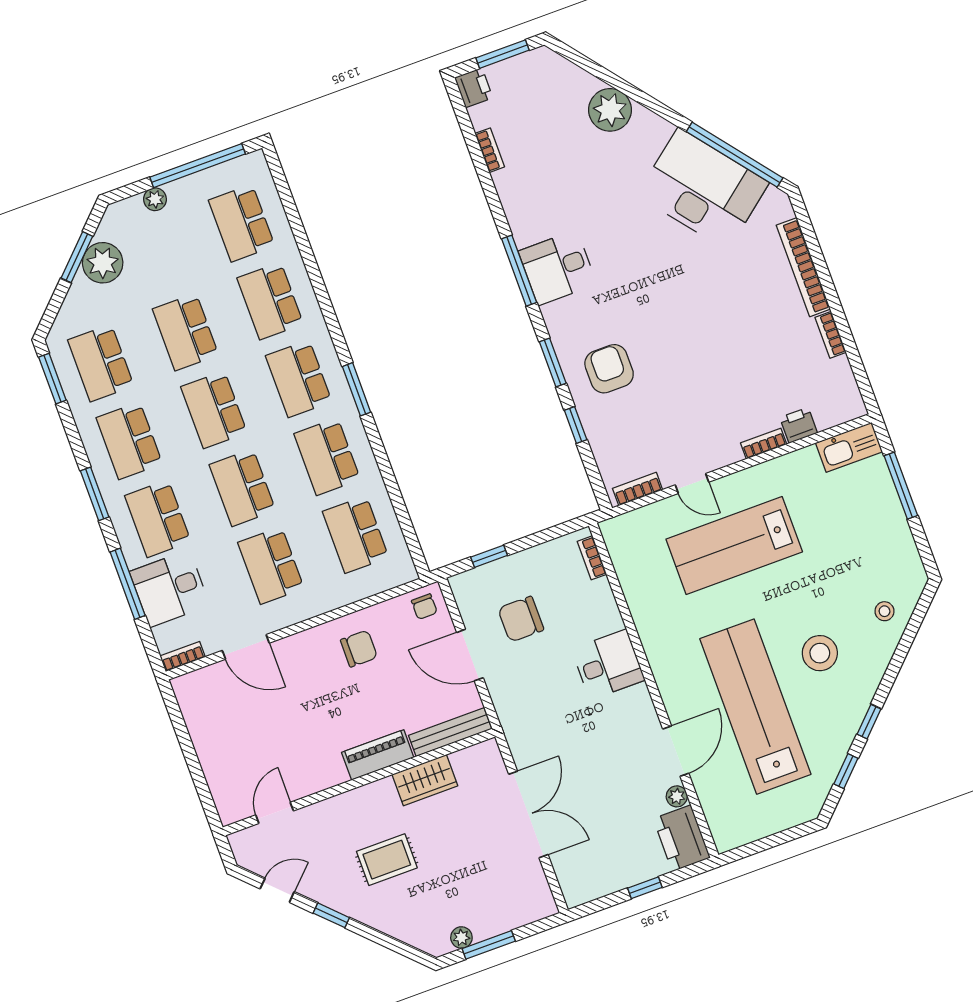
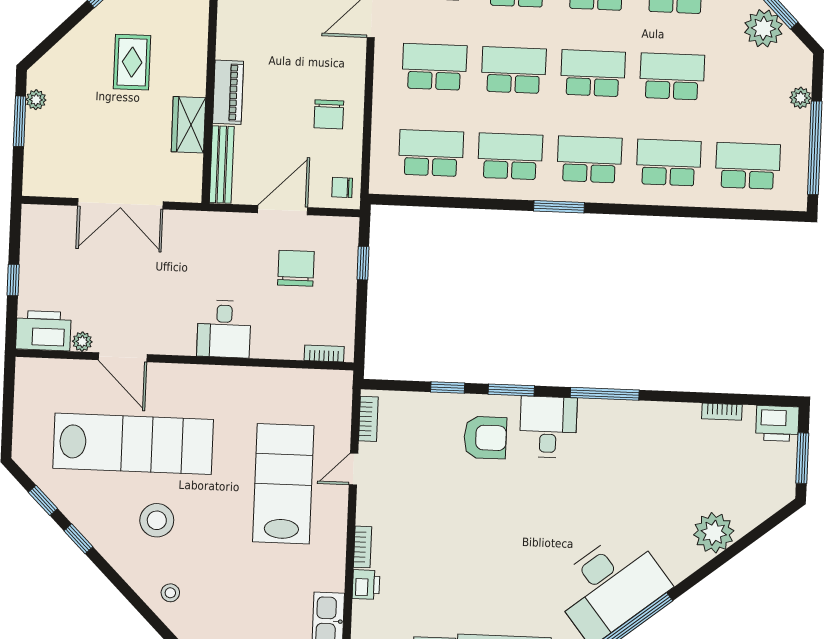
printer: (474, 88) -> (777, 423), width x1.36, depth x1.24
desk: (558, 268) -> (548, 427), moved

